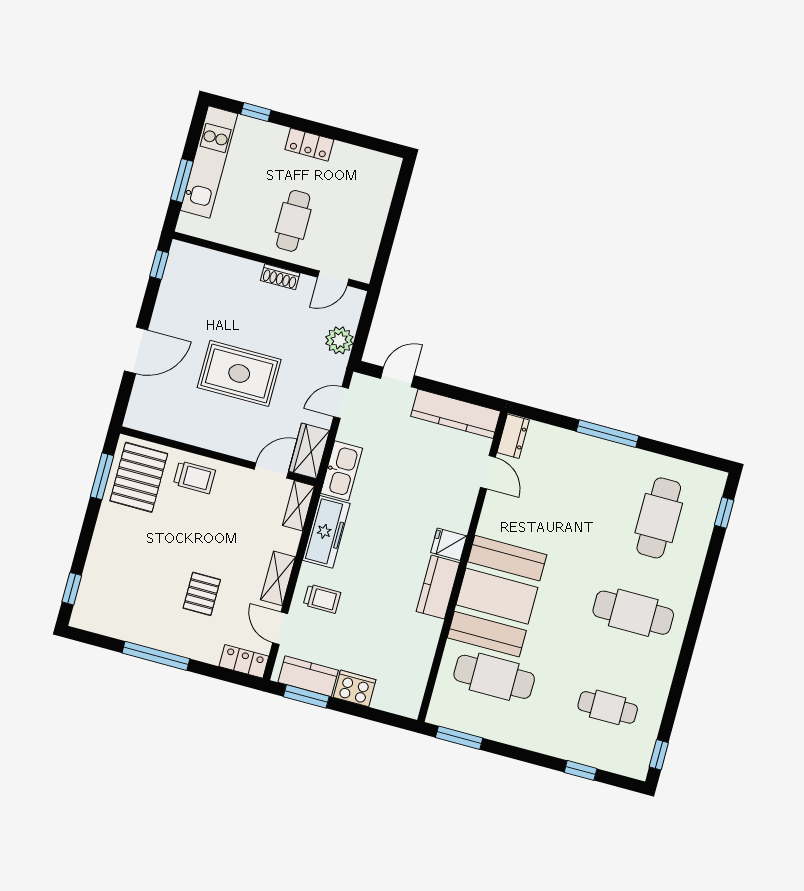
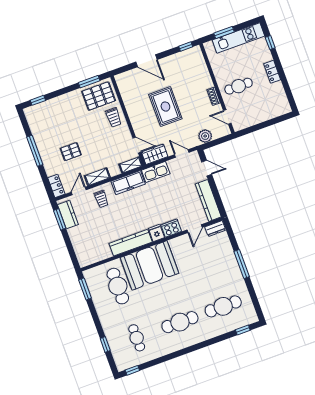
kitchen counter: (438, 587) -> (131, 243), width x1.50
cafe table: (633, 613) -> (180, 322), turned 90
cooker: (355, 688) -> (171, 228), moved, turned -90

